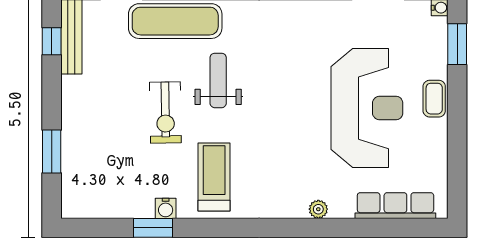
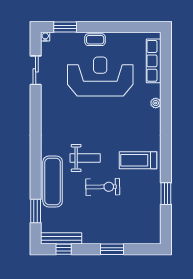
weight bench: (218, 80) -> (85, 158), turned 180
window: (52, 151) -> (112, 249), moved
water cooler: (166, 208) -> (155, 187), removed

